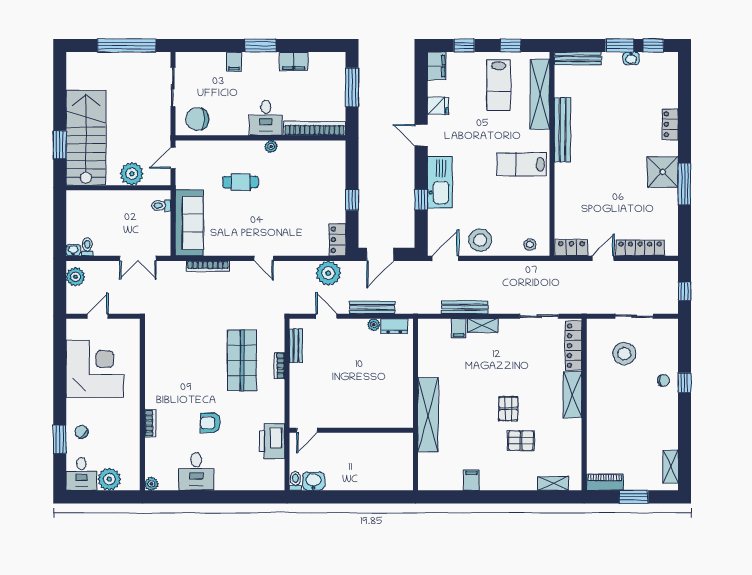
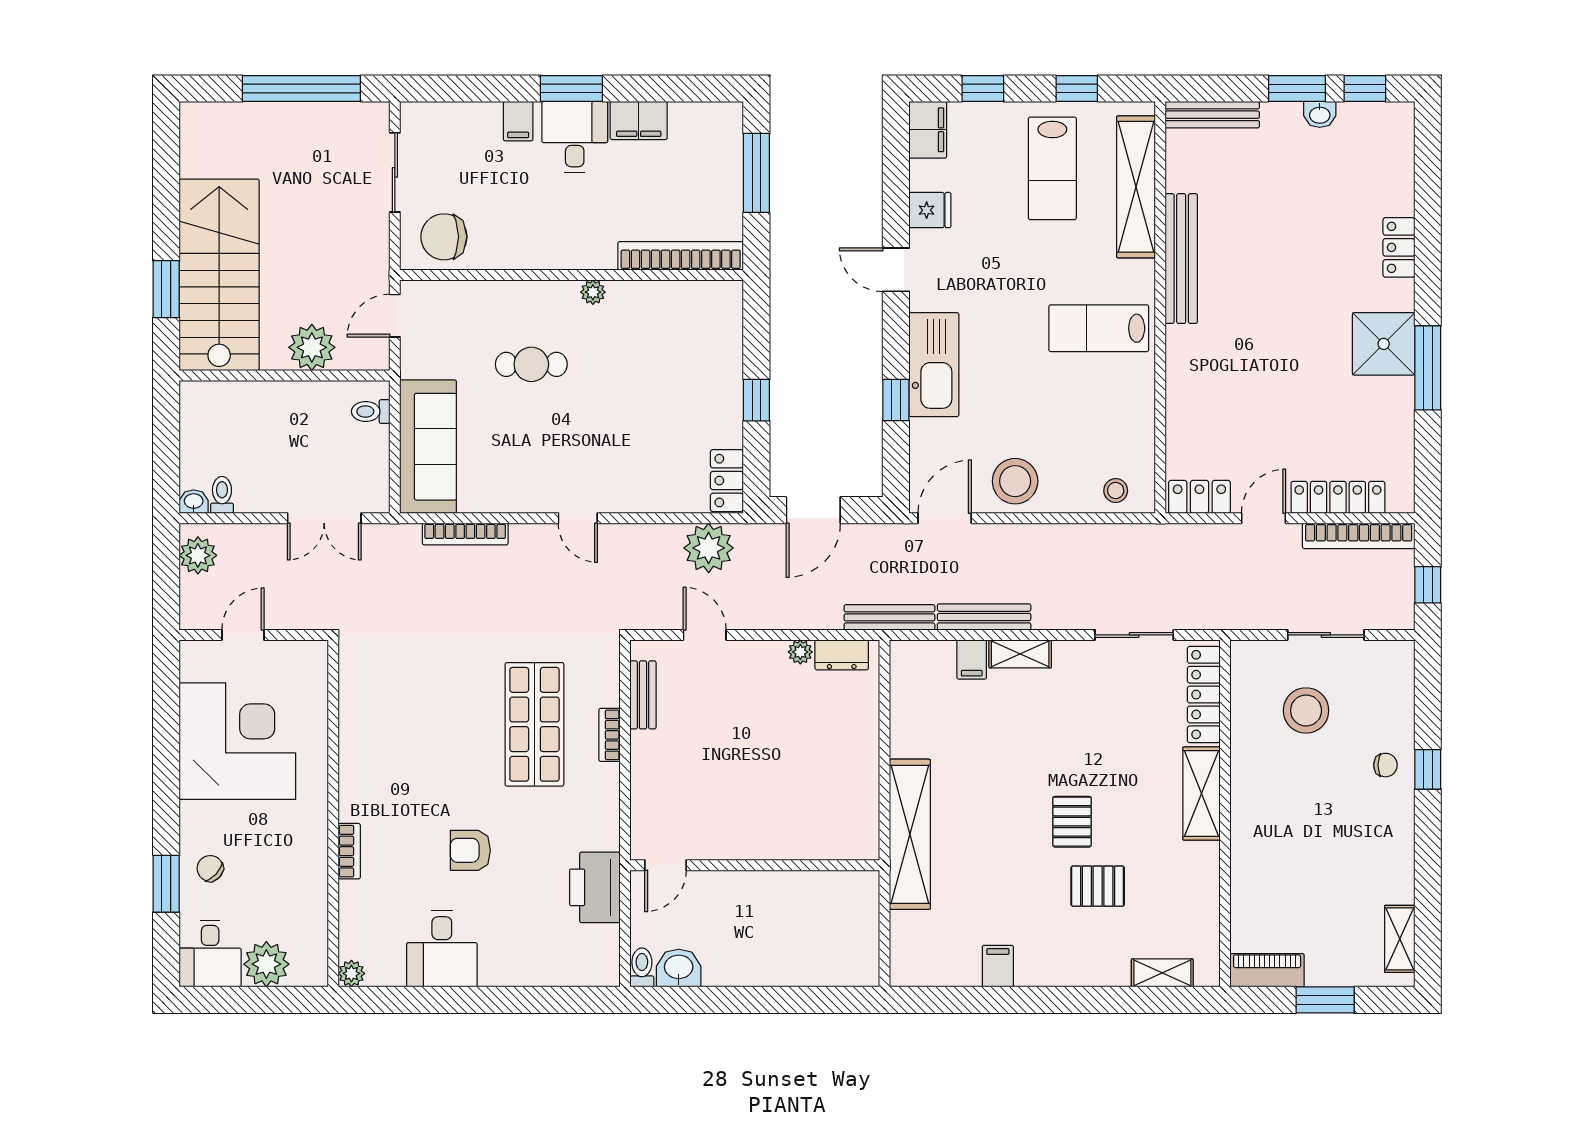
desk: (266, 118) -> (575, 137), moved, turned 180
bookcase: (650, 267) -> (1359, 536), added
bench: (372, 307) -> (889, 617), moved

